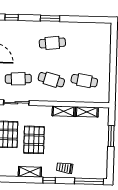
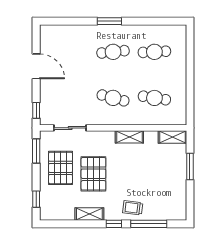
window: (12, 17) -> (61, 21), removed
cafe table: (18, 79) -> (154, 52), moved
shelving: (87, 112) -> (172, 137), moved
window: (89, 181) -> (149, 224), moved

